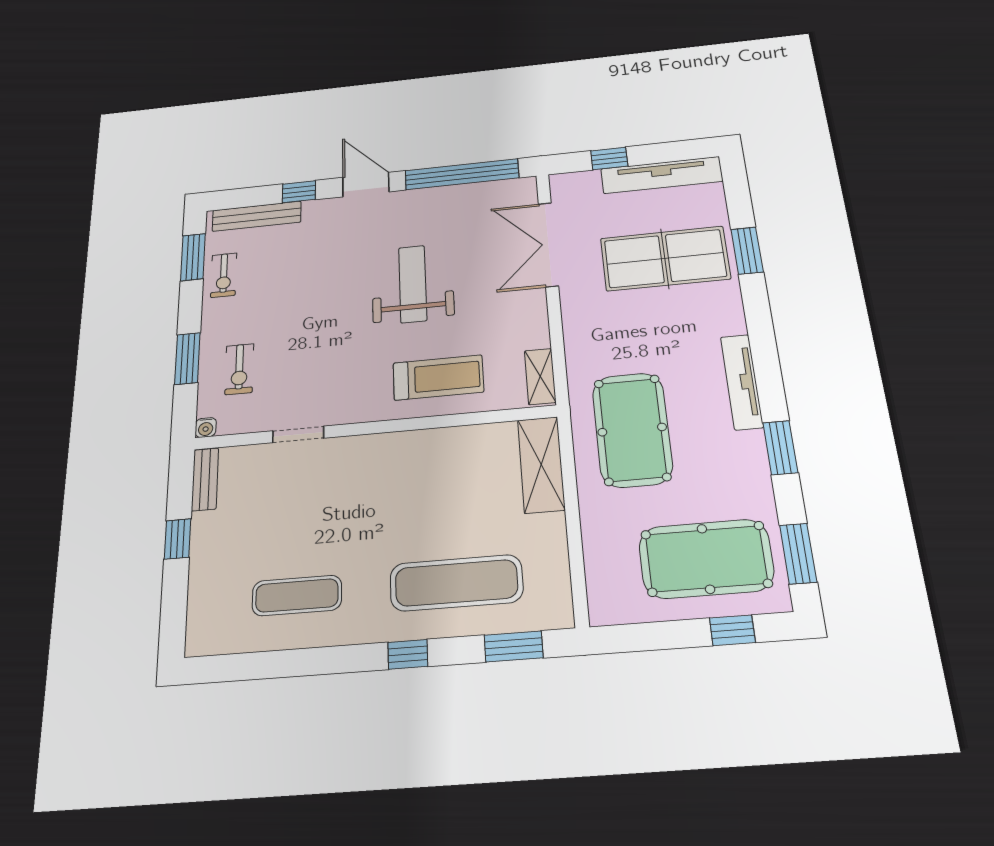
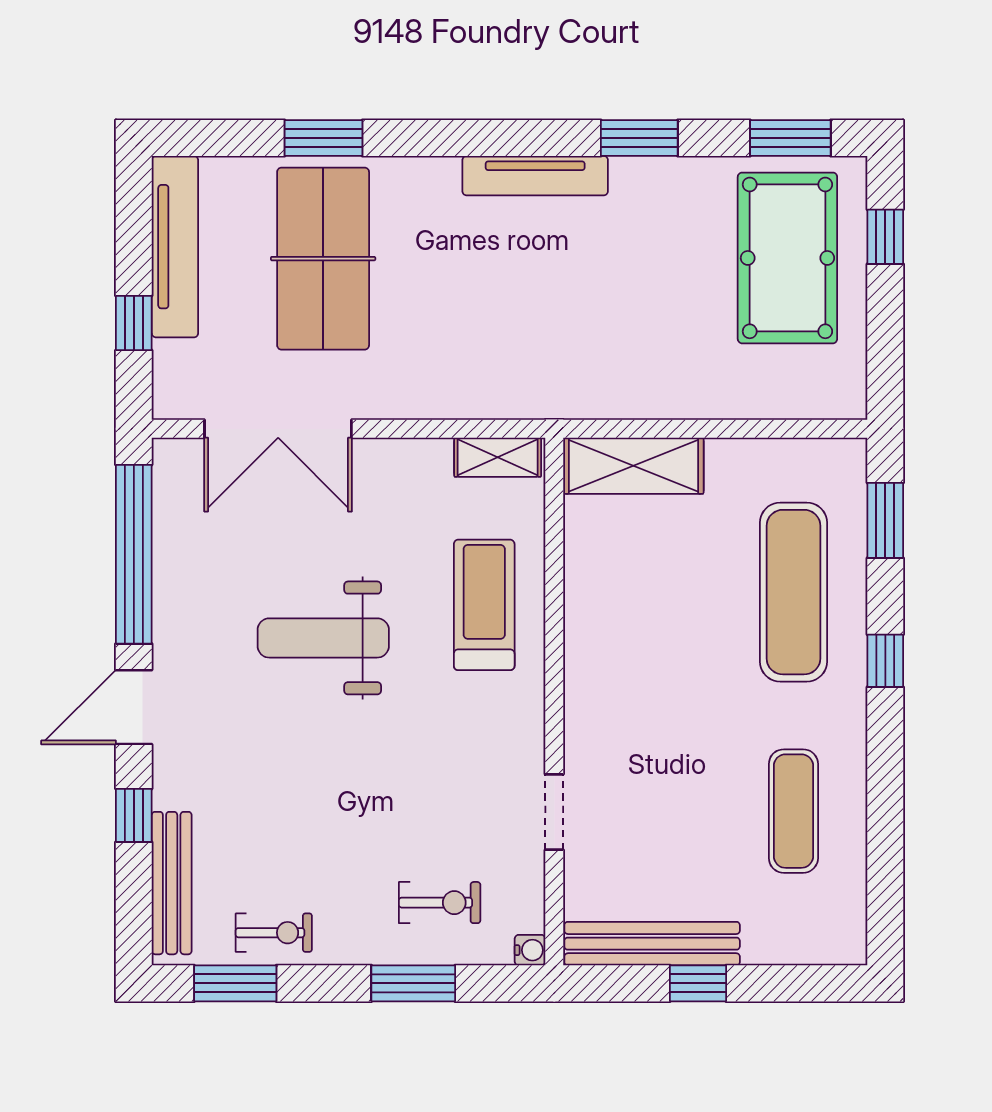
pool table: (632, 430) -> (593, 335), removed
bench: (205, 479) -> (652, 944), width x1.86, depth x1.21

